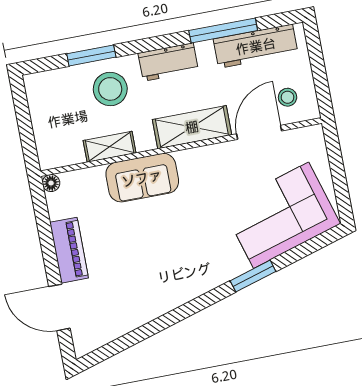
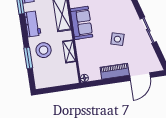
sofa: (142, 178) -> (81, 23), moved
side table: (141, 254) -> (117, 39), added
sliding door: (164, 322) -> (148, 30), added

